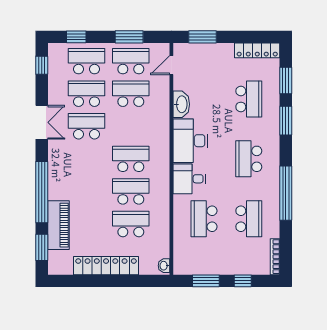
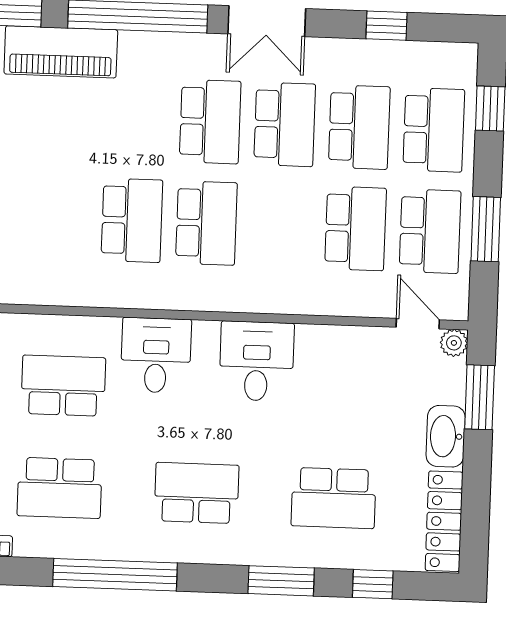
plant: (179, 49) -> (454, 343), added
window: (42, 65) -> (386, 26), moved
window: (286, 80) -> (373, 584), width x0.67
washbasin: (181, 104) -> (446, 436), moved, turned 90
double door: (42, 122) -> (267, 21), moved
desk: (190, 141) -> (257, 361), width x0.73
school desk: (131, 224) -> (210, 122), moved

